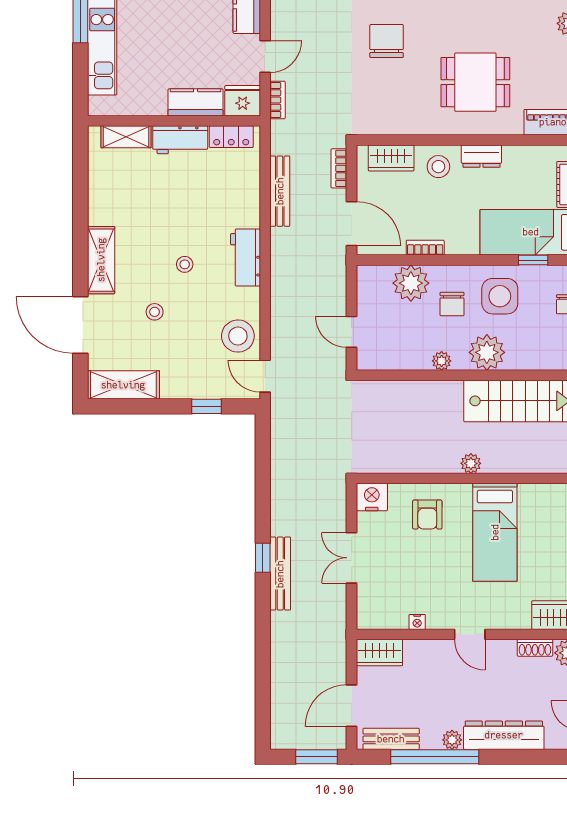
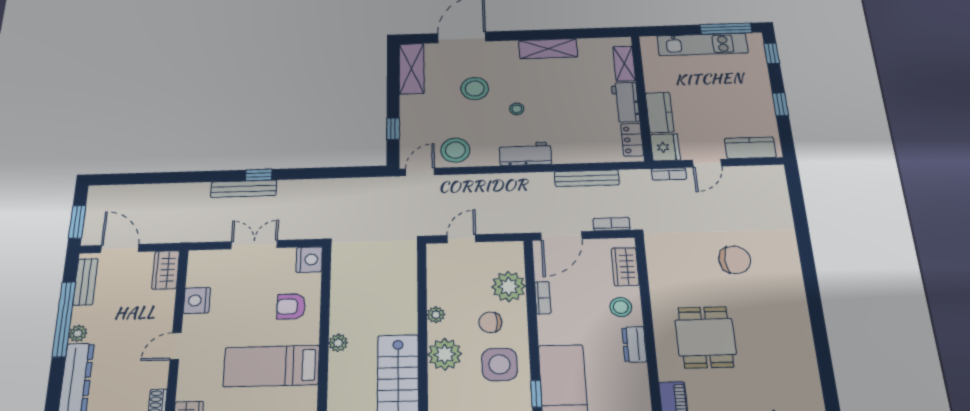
door: (265, 57) -> (707, 163), hinge flipped
shelving: (101, 260) -> (548, 49), moved
stool: (155, 312) -> (475, 89), width x1.89, depth x1.89
nightstand: (417, 622) -> (197, 300), width x1.89, depth x1.79

